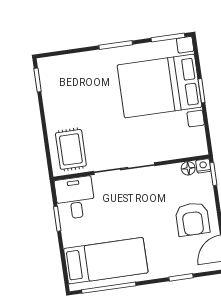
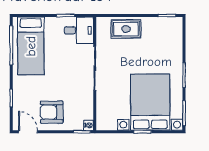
rug: (71, 149) -> (126, 29), moved
floor lamp: (188, 168) -> (88, 114), removed

